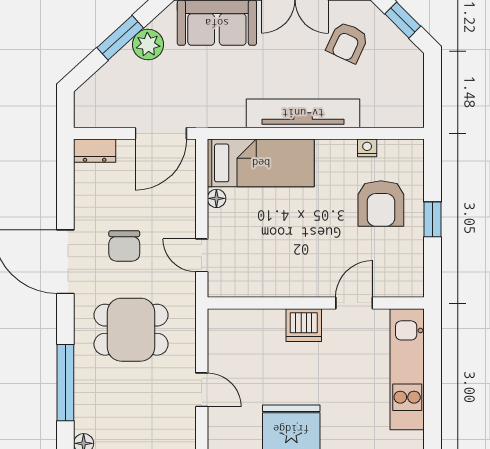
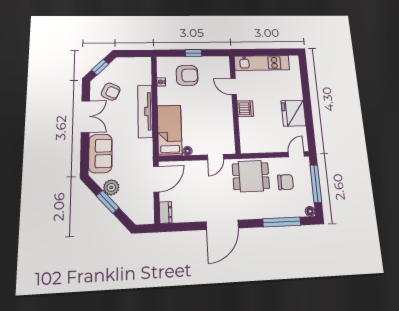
door: (161, 133) -> (156, 179), hinge flipped
chair: (124, 246) -> (285, 182), moved
dining table: (131, 330) -> (251, 176), moved, turned 90
door: (202, 390) -> (296, 154), moved

